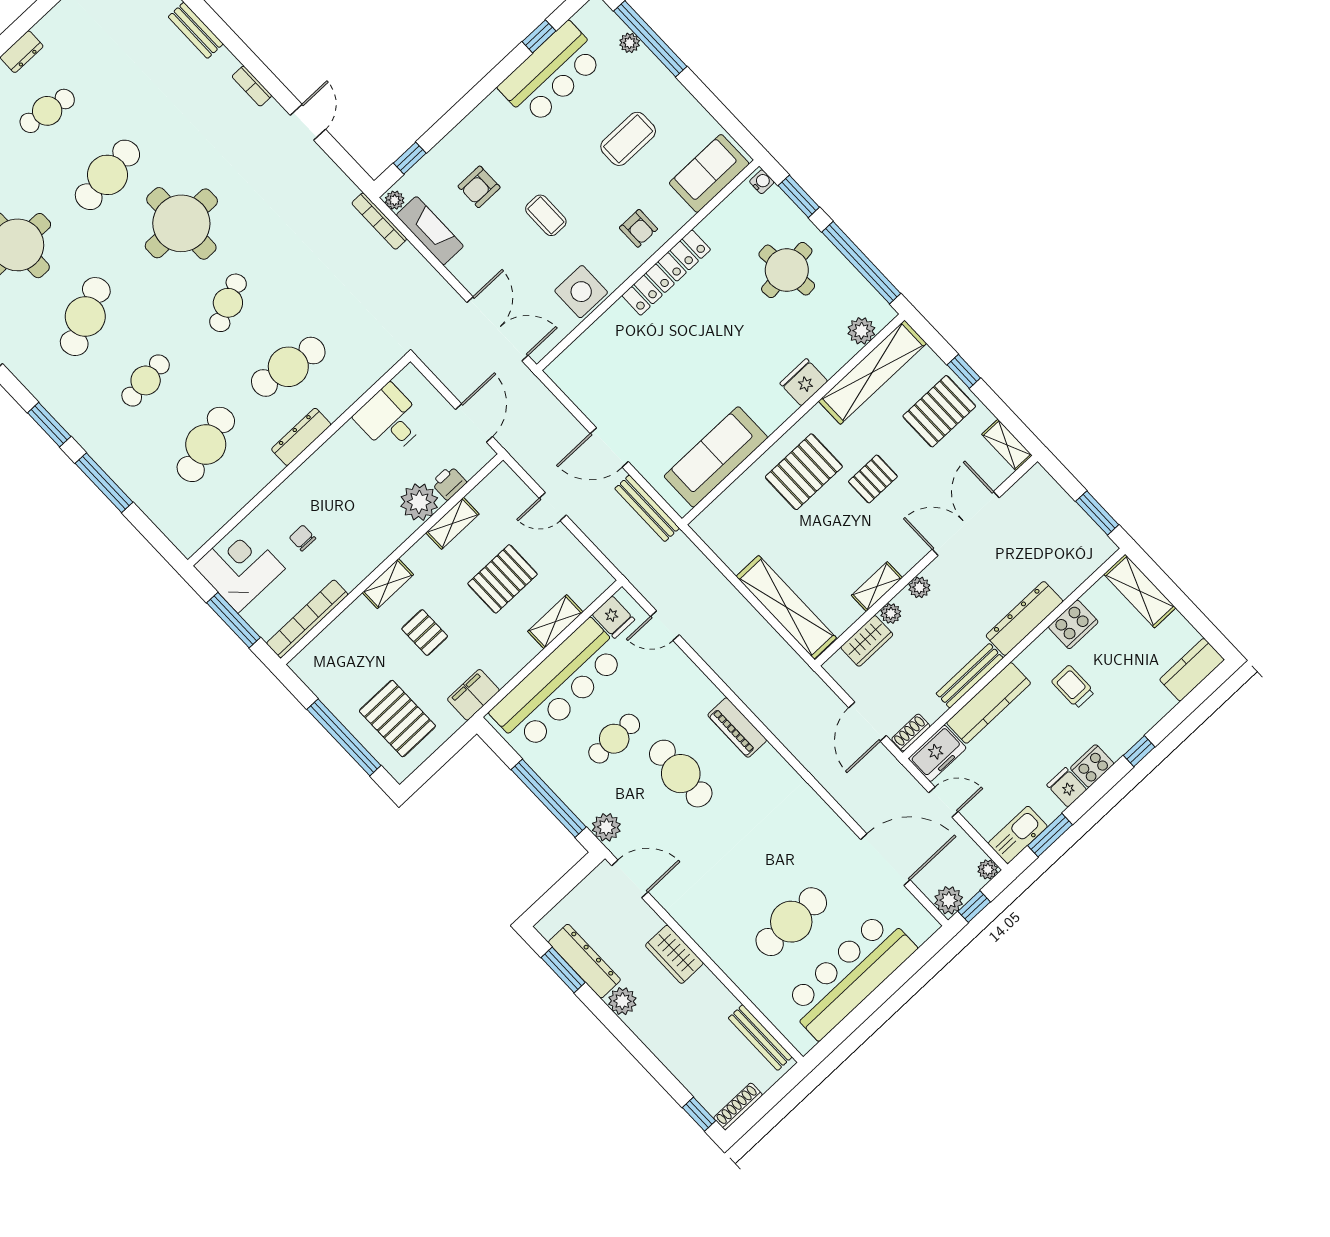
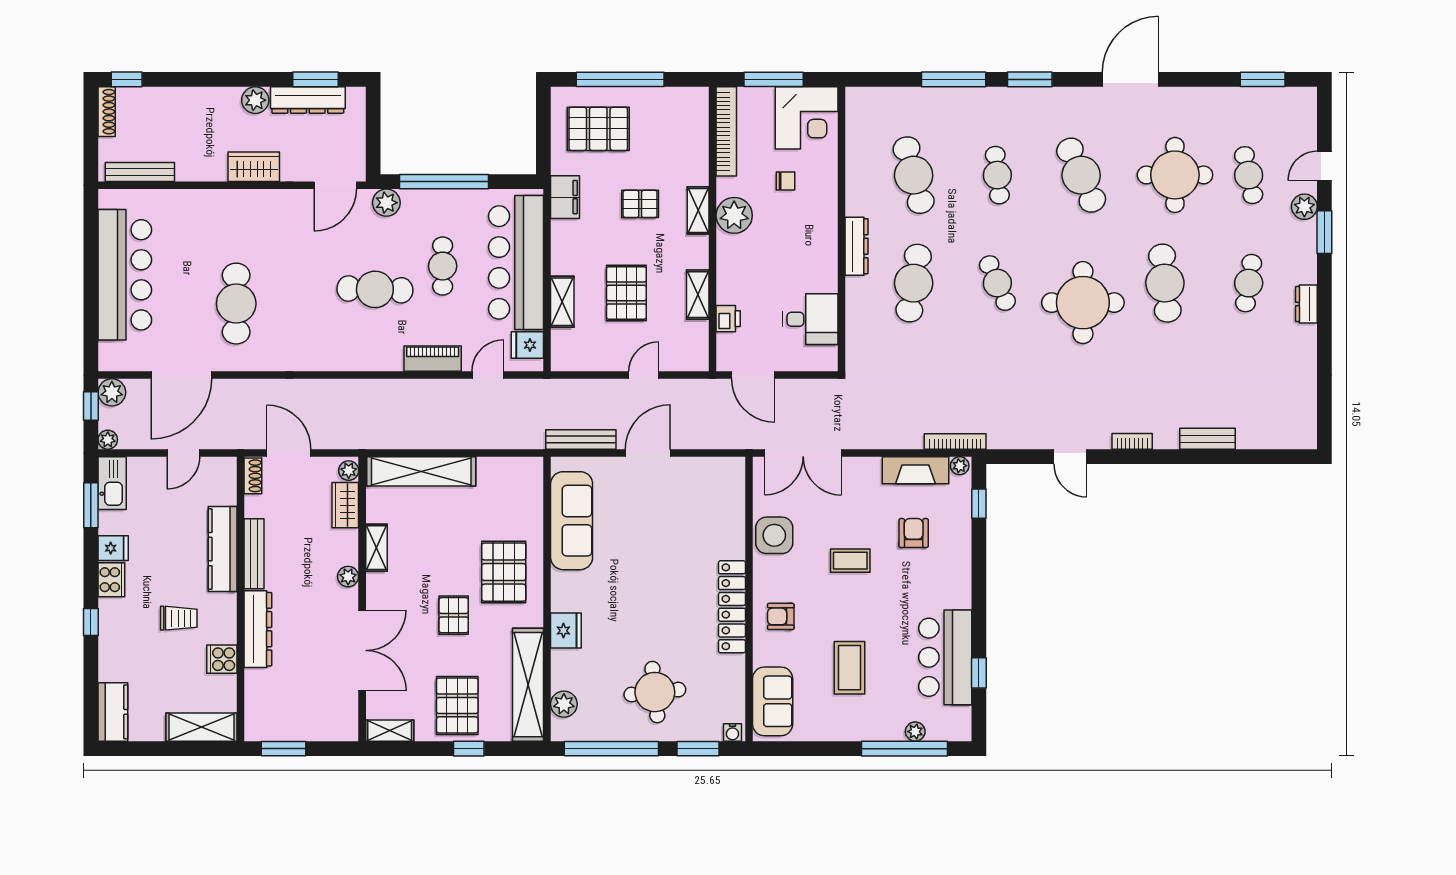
plant: (419, 502) -> (734, 215), moved
plant: (891, 613) -> (349, 471), moved
cooker: (1073, 624) -> (222, 659), width x0.73
piano: (737, 728) -> (433, 359), moved
freezer: (937, 753) -> (221, 481), removed
cafe table: (791, 922) -> (236, 304), moved

